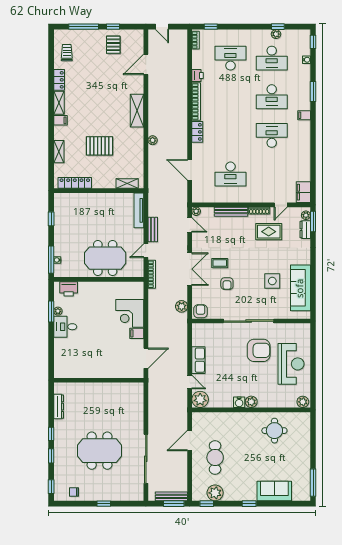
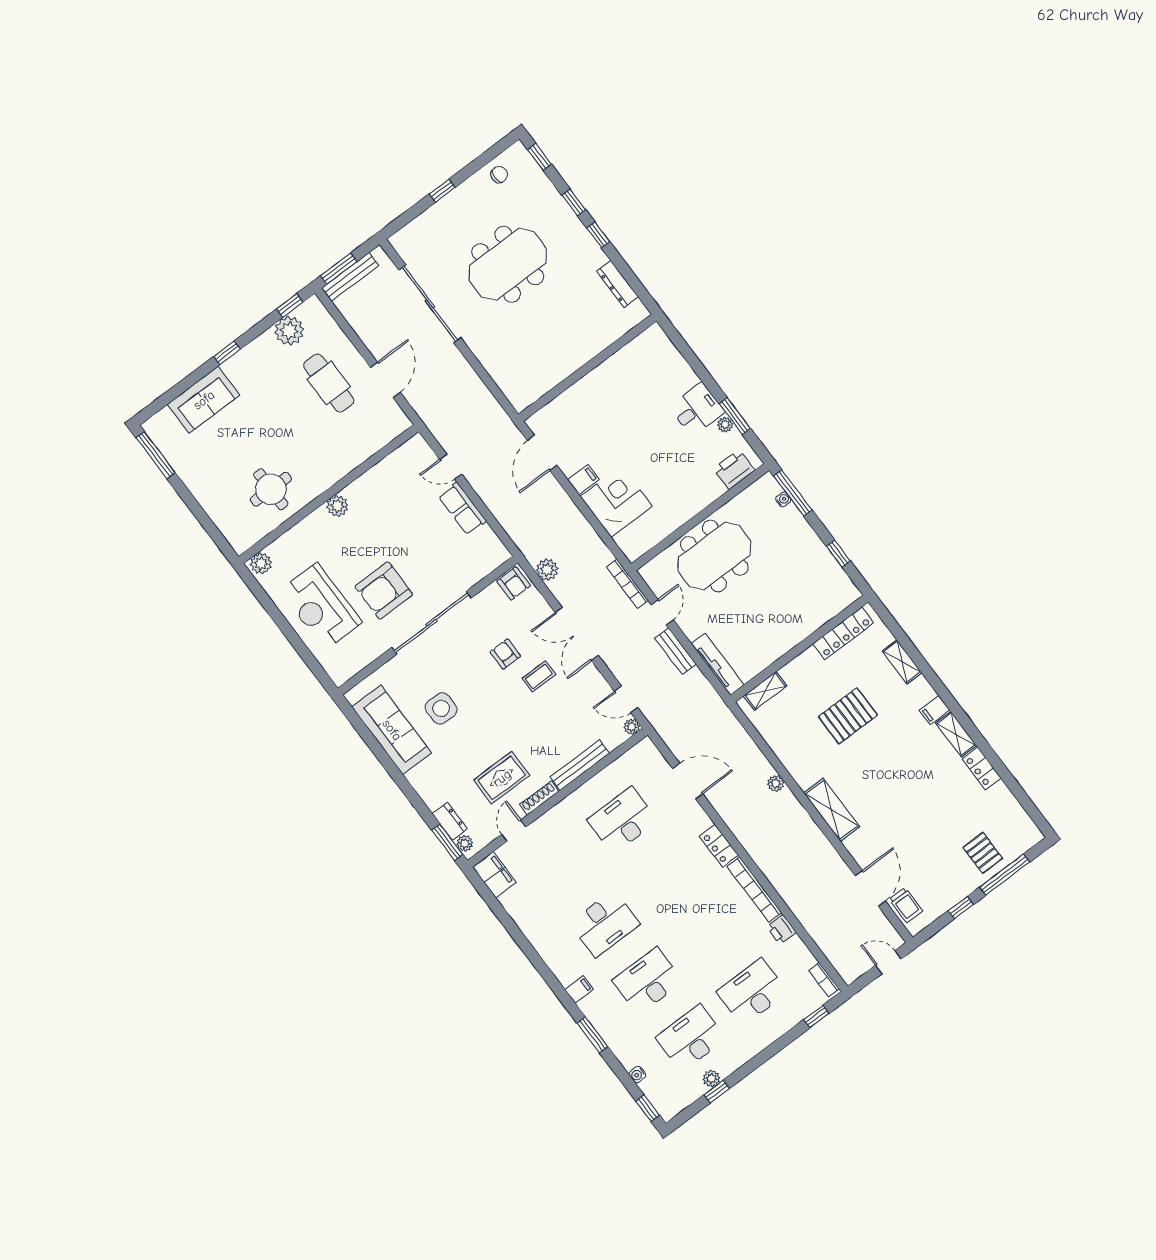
pallet: (113, 45) -> (983, 853), moved
trolley: (67, 53) -> (906, 905), moved
desk: (230, 58) -> (752, 992), turned 180
plant: (200, 399) -> (416, 452), removed
water cooler: (239, 402) -> (355, 492), removed

